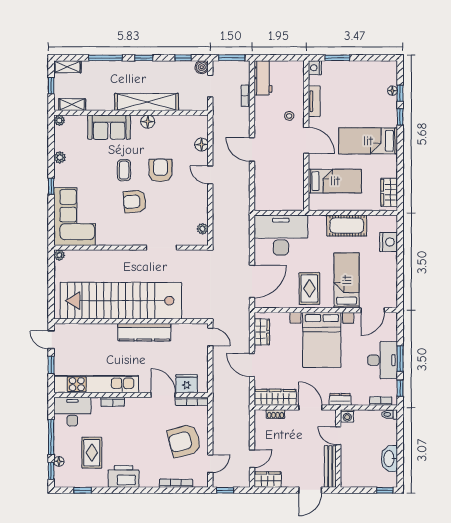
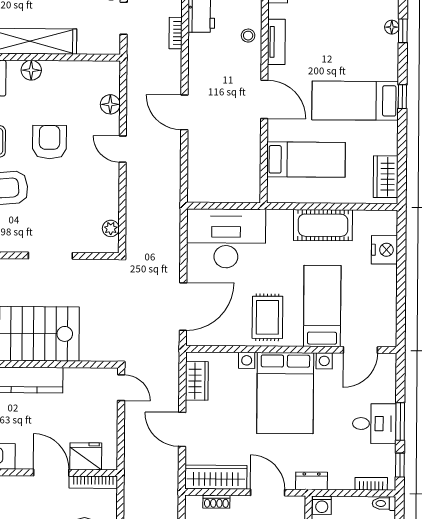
stool: (289, 116) -> (248, 36), moved
window: (400, 117) -> (402, 97), moved
desk: (383, 360) -> (374, 424), width x0.73

